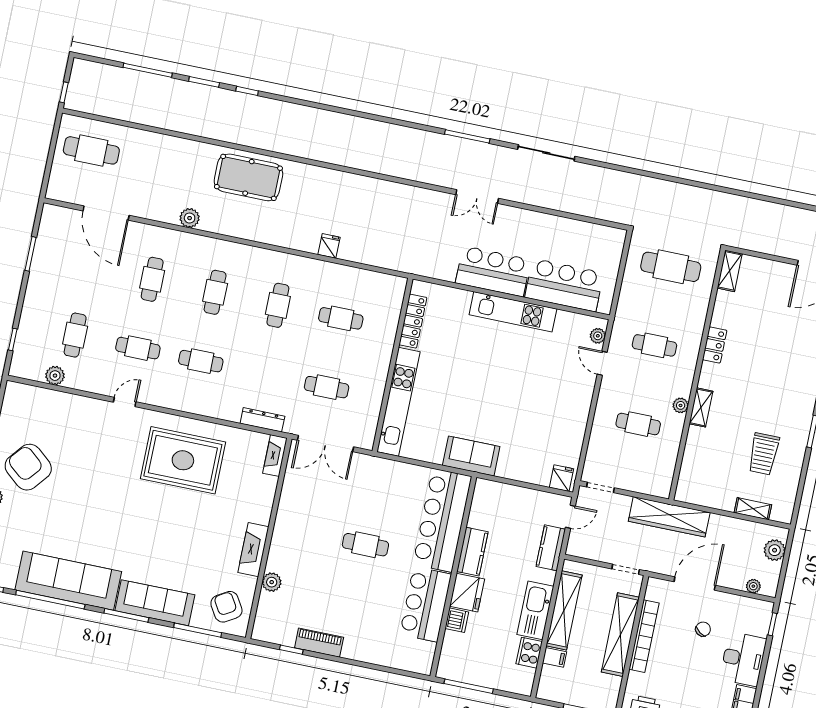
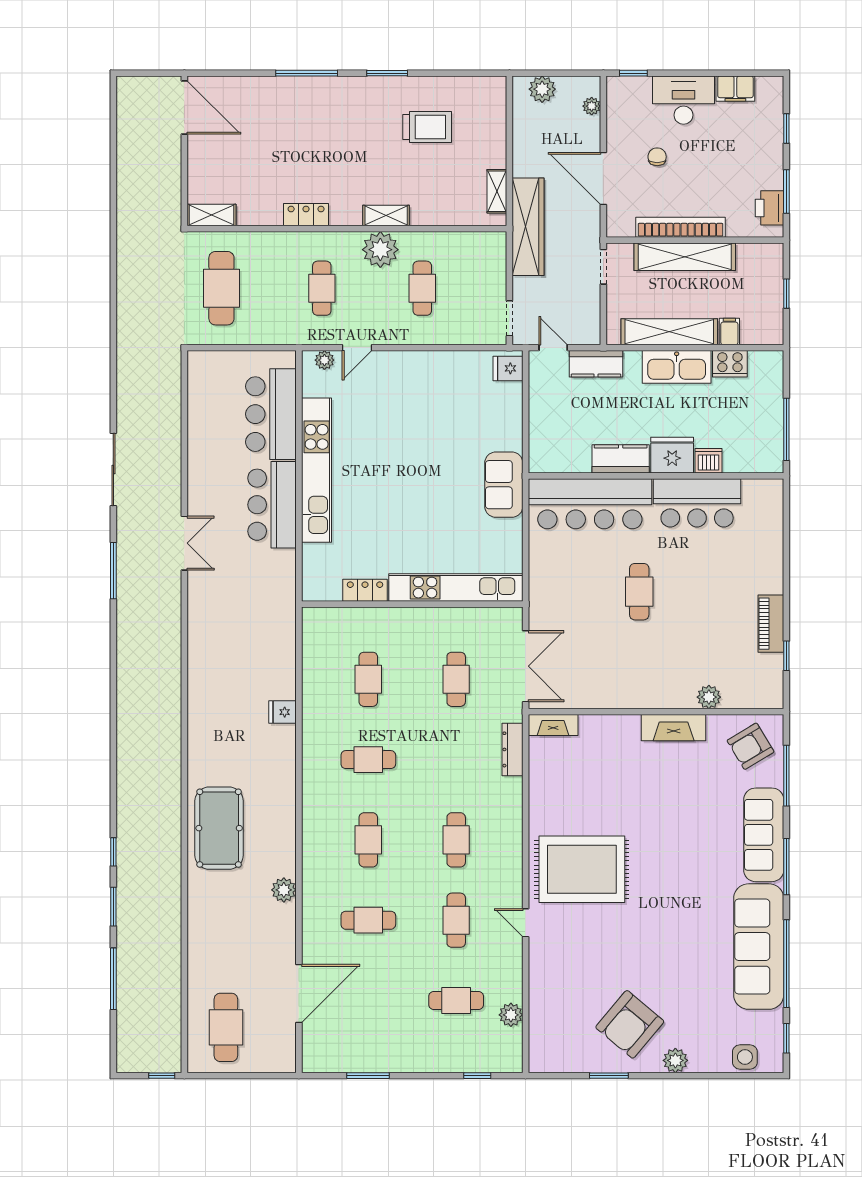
cafe table: (215, 292) -> (368, 840), turned 90
kitchen unit: (513, 312) -> (317, 470), width x1.36
locker: (413, 321) -> (365, 590), width x0.66
plant: (681, 405) -> (380, 250), width x1.87, depth x1.87
rug: (183, 460) -> (582, 869), moved, turned 90
shelving: (753, 509) -> (497, 191), moved
chair: (703, 629) -> (657, 157), turned 54

